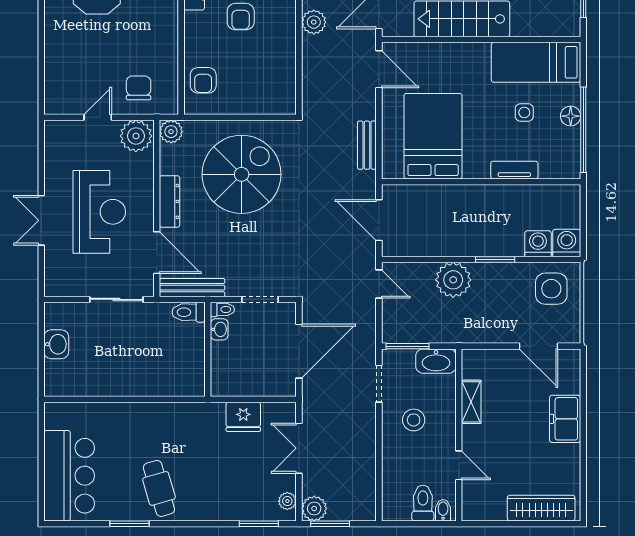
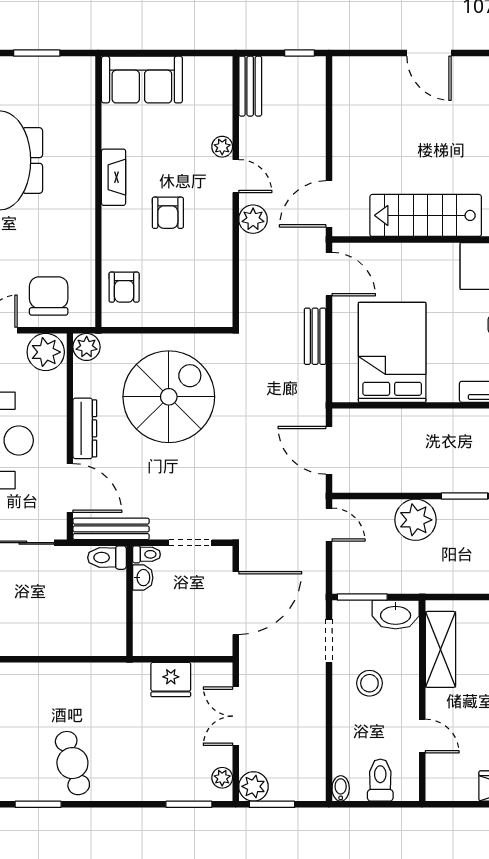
chair: (139, 88) -> (49, 296), width x1.37, depth x1.37
bench: (367, 145) -> (315, 336), moved
shelving: (471, 402) -> (440, 649), width x1.50, depth x1.33
bidet: (443, 510) -> (341, 788), moved

